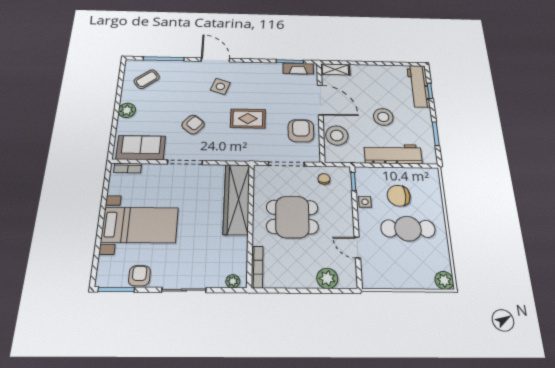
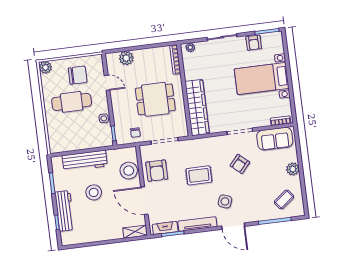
tv unit: (258, 68) -> (197, 224), added
workbench: (418, 86) -> (65, 211), moved
chair: (399, 196) -> (78, 75), moved

